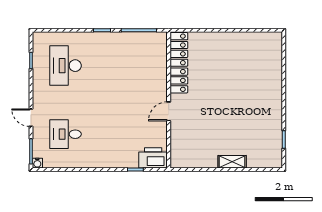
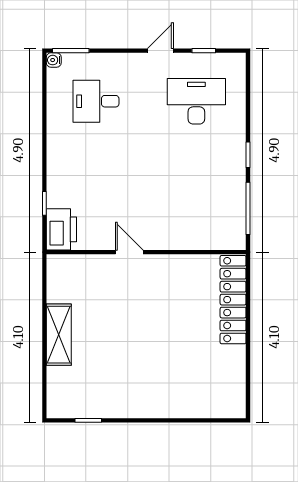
locker: (179, 63) -> (233, 300), moved, turned 90
door: (31, 118) -> (160, 51), moved
desk: (66, 134) -> (96, 101), turned -90
shelving: (232, 162) -> (59, 335), width x1.50, depth x1.33

